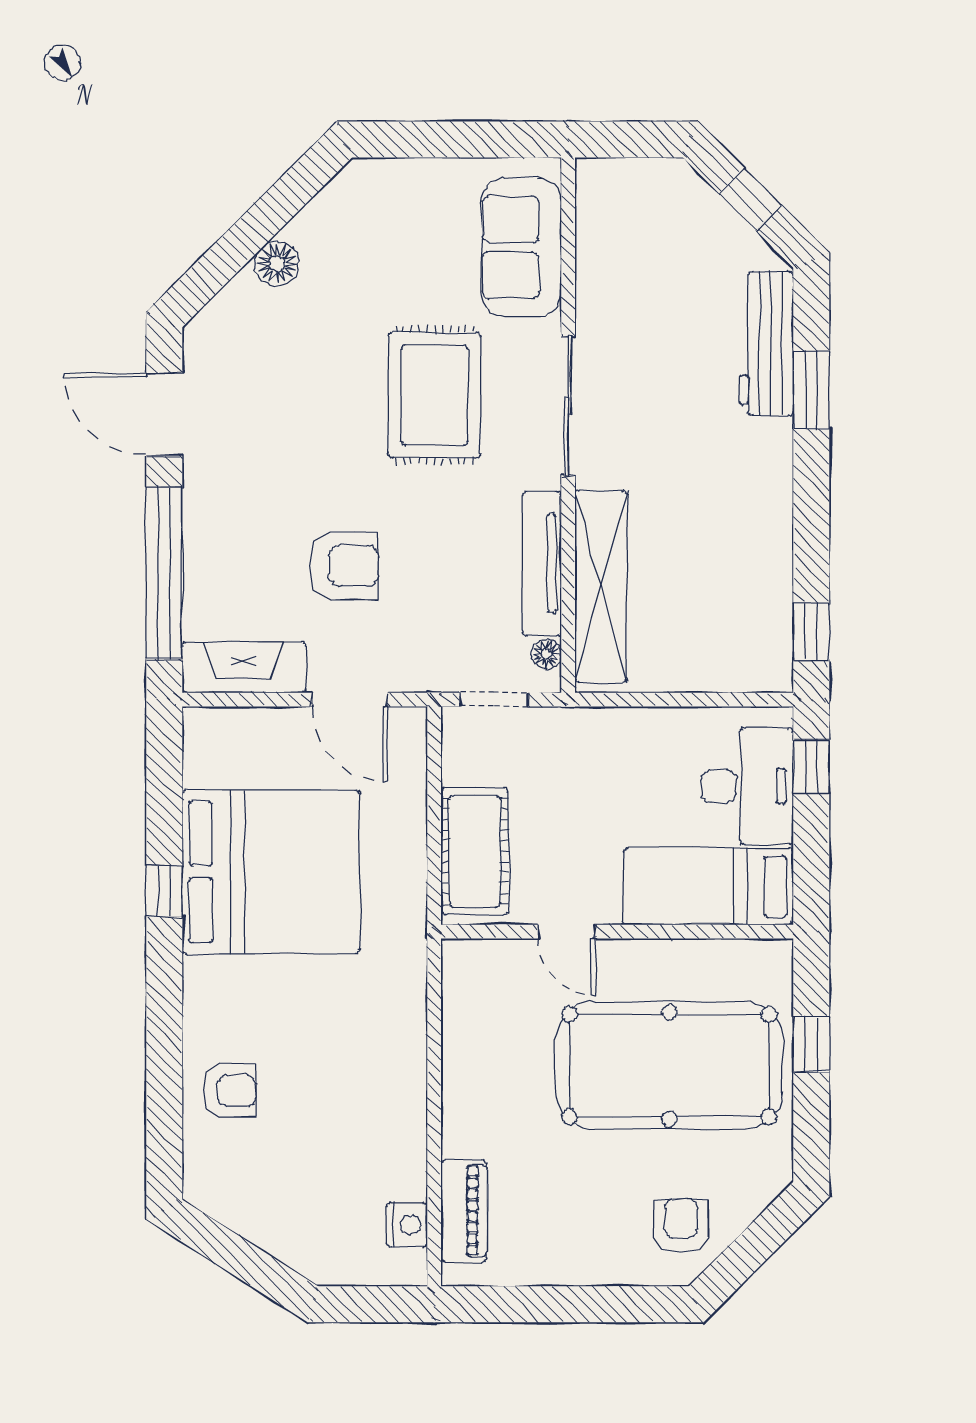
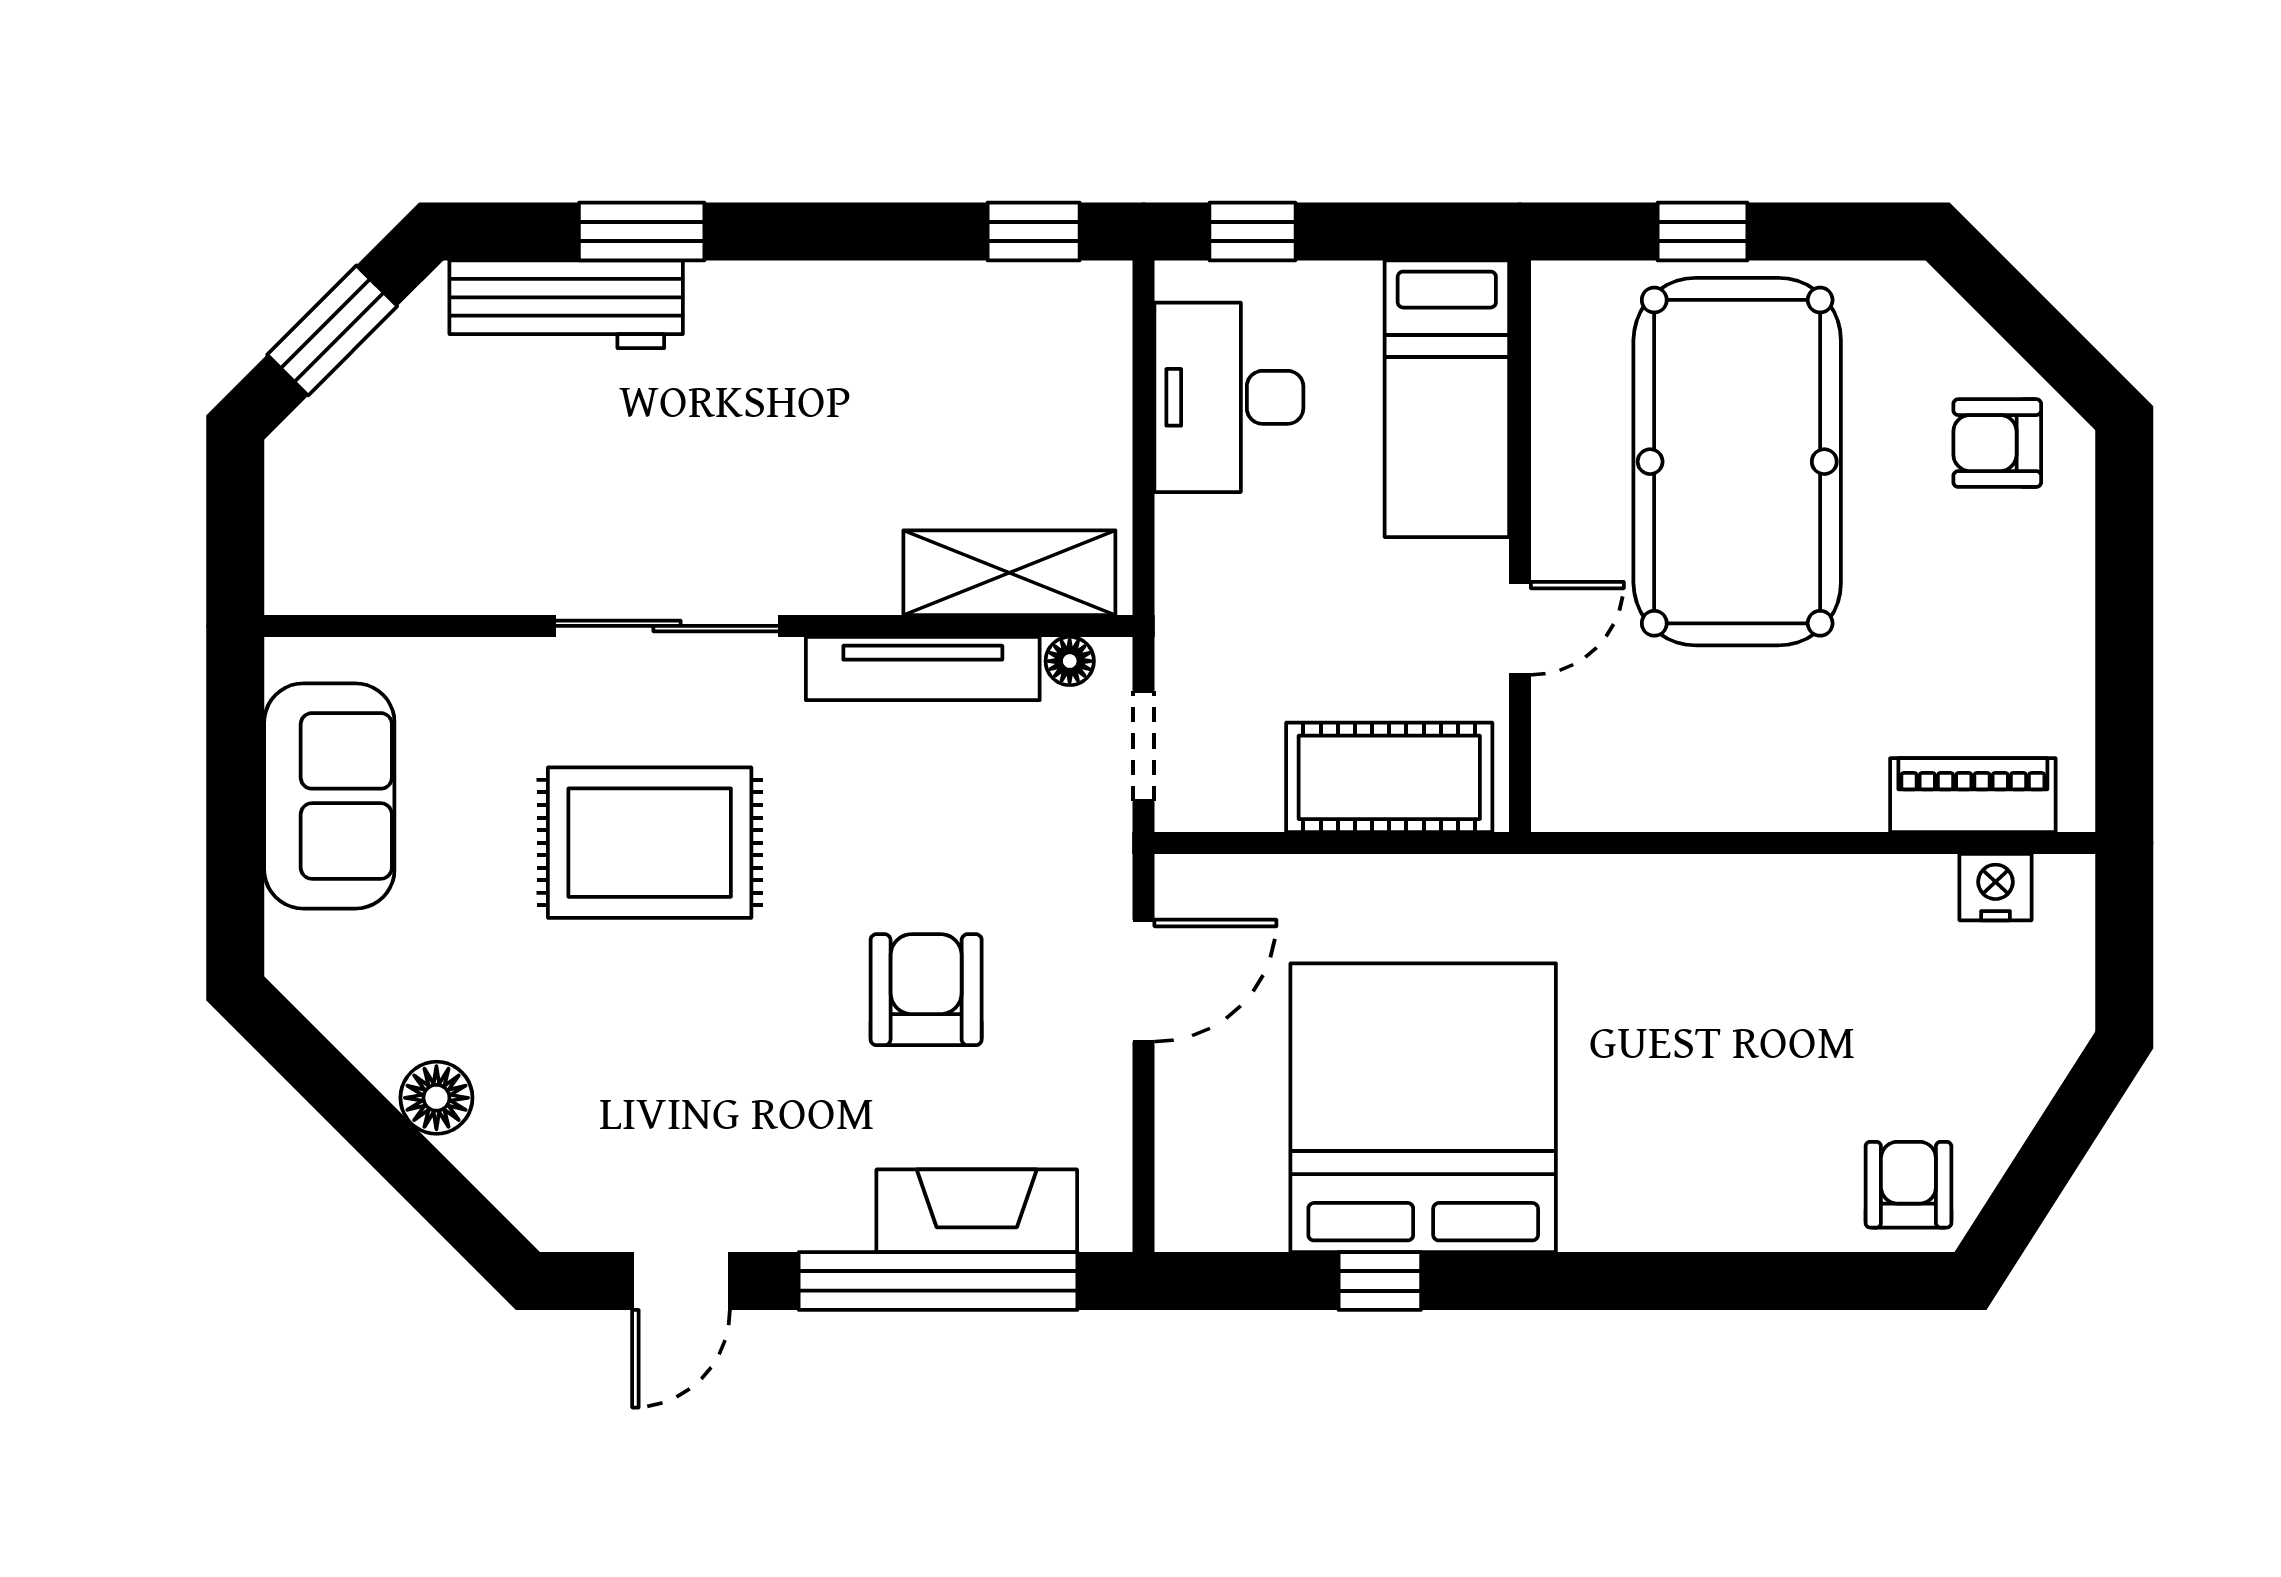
window: (750, 199) -> (332, 330), width x1.50
sofa: (521, 247) -> (329, 796), moved, turned -90
door: (164, 414) -> (681, 1281), width x0.73
shelving: (601, 586) -> (1009, 573), width x0.68
fireplace: (244, 667) -> (977, 1211), moved, turned 90
desk: (748, 786) -> (1229, 397), moved, turned -90
window: (164, 891) -> (1380, 1281), moved
armchair: (229, 1091) -> (1908, 1185), moved

